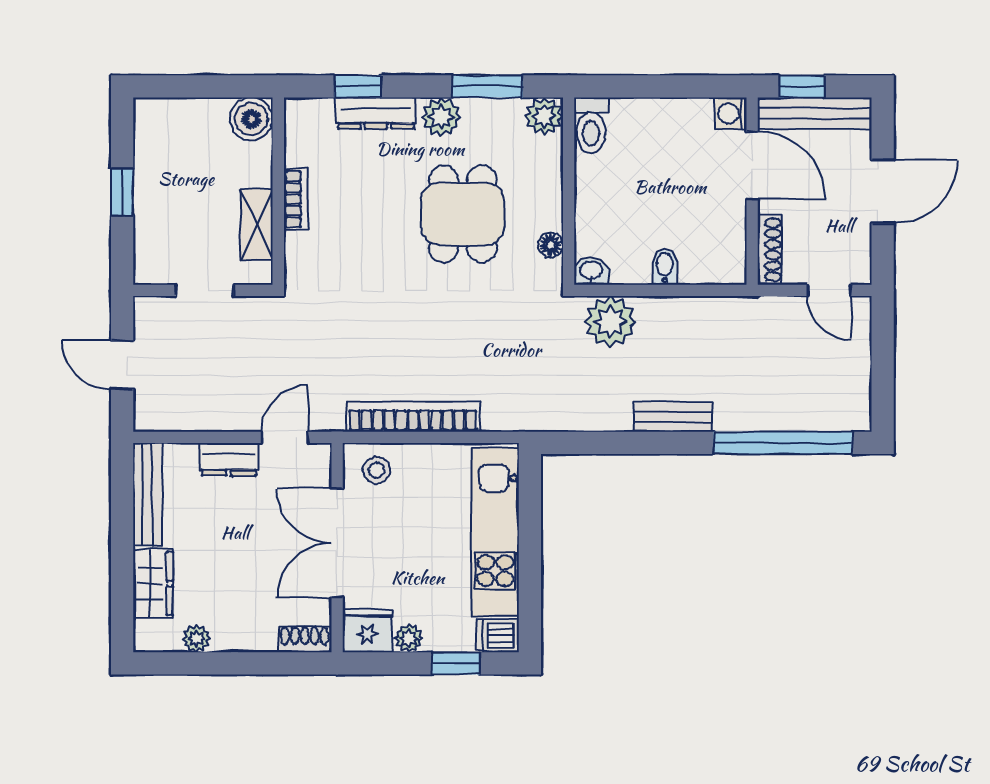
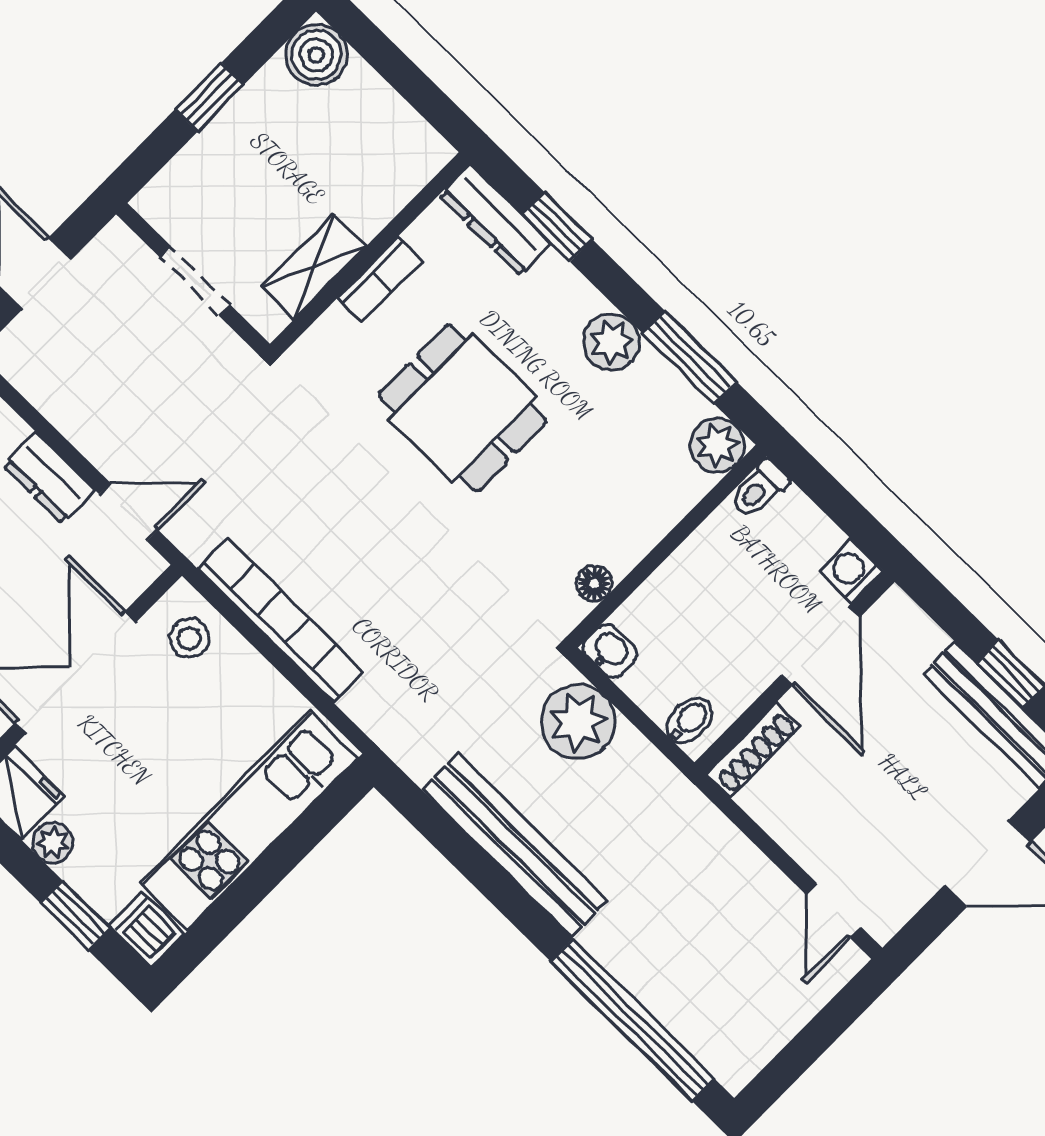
dresser: (376, 113) -> (495, 220), moved
washing machine: (731, 113) -> (851, 571), moved
boiler: (251, 119) -> (316, 55), moved
toilet: (591, 126) -> (759, 489), width x0.73, depth x0.72
door: (752, 165) -> (821, 646), moved
wall: (752, 191) -> (795, 672), moved
dining table: (463, 214) -> (463, 408), moved, turned 90
shoe rack: (770, 250) -> (753, 750), moved
bench: (673, 417) -> (515, 845), width x1.86, depth x1.21

